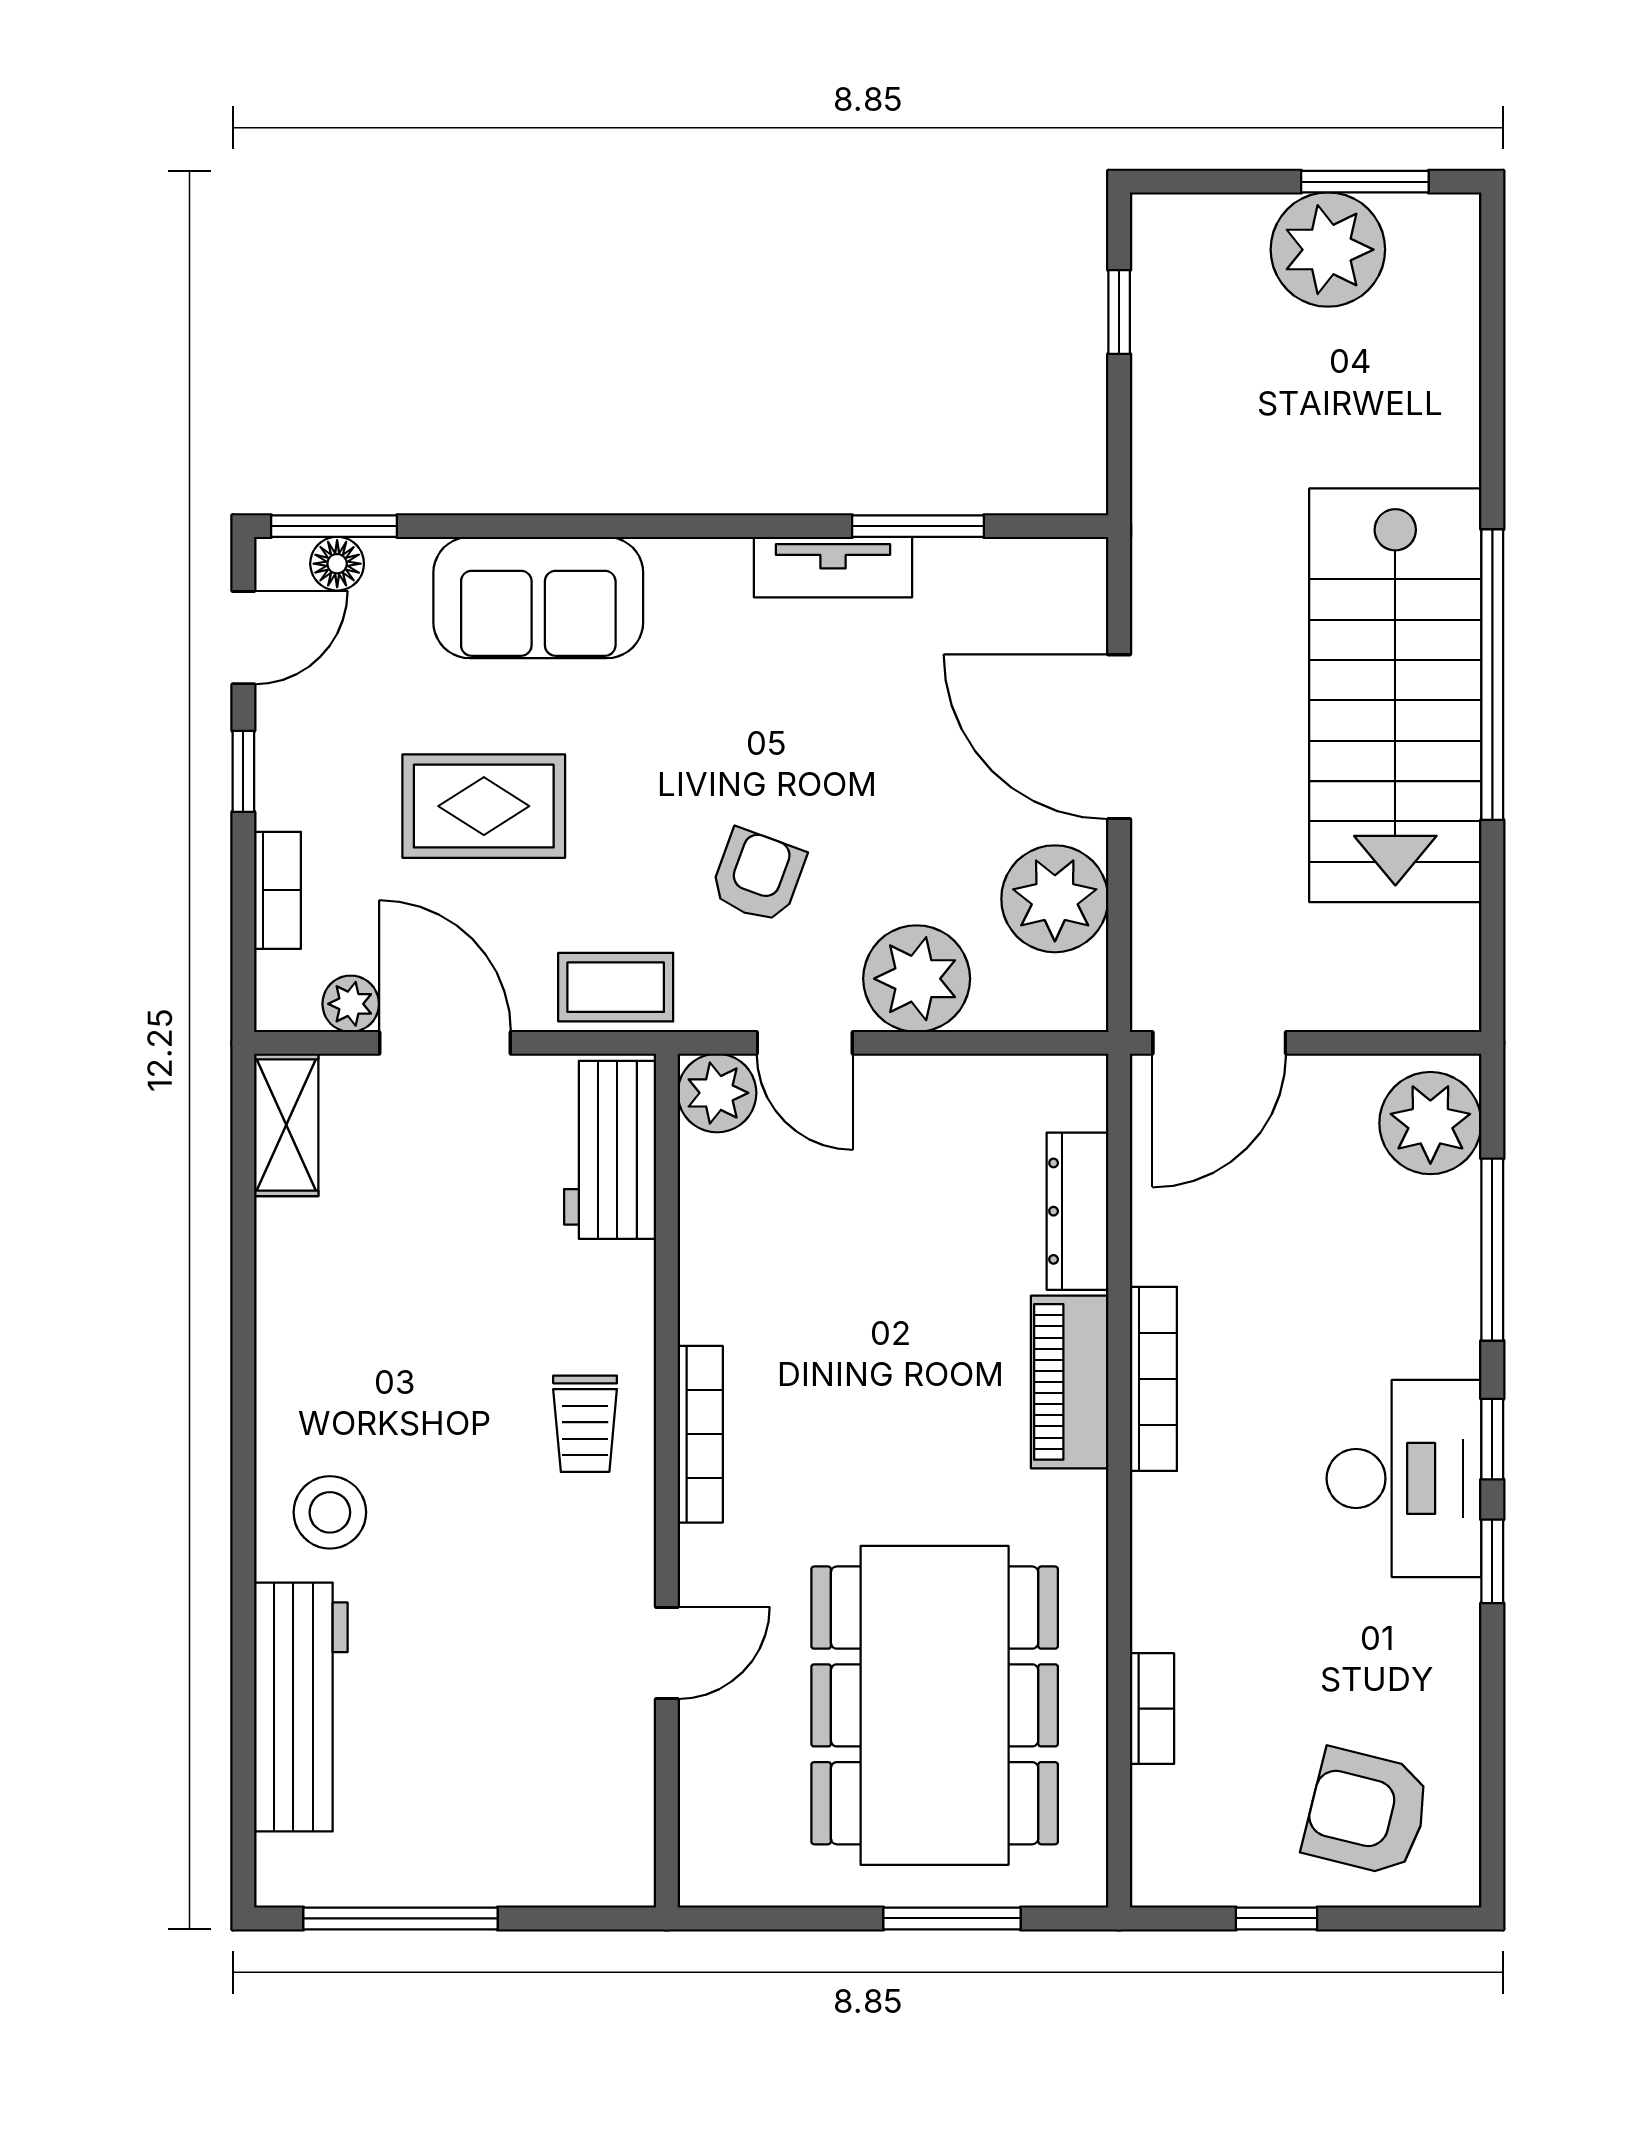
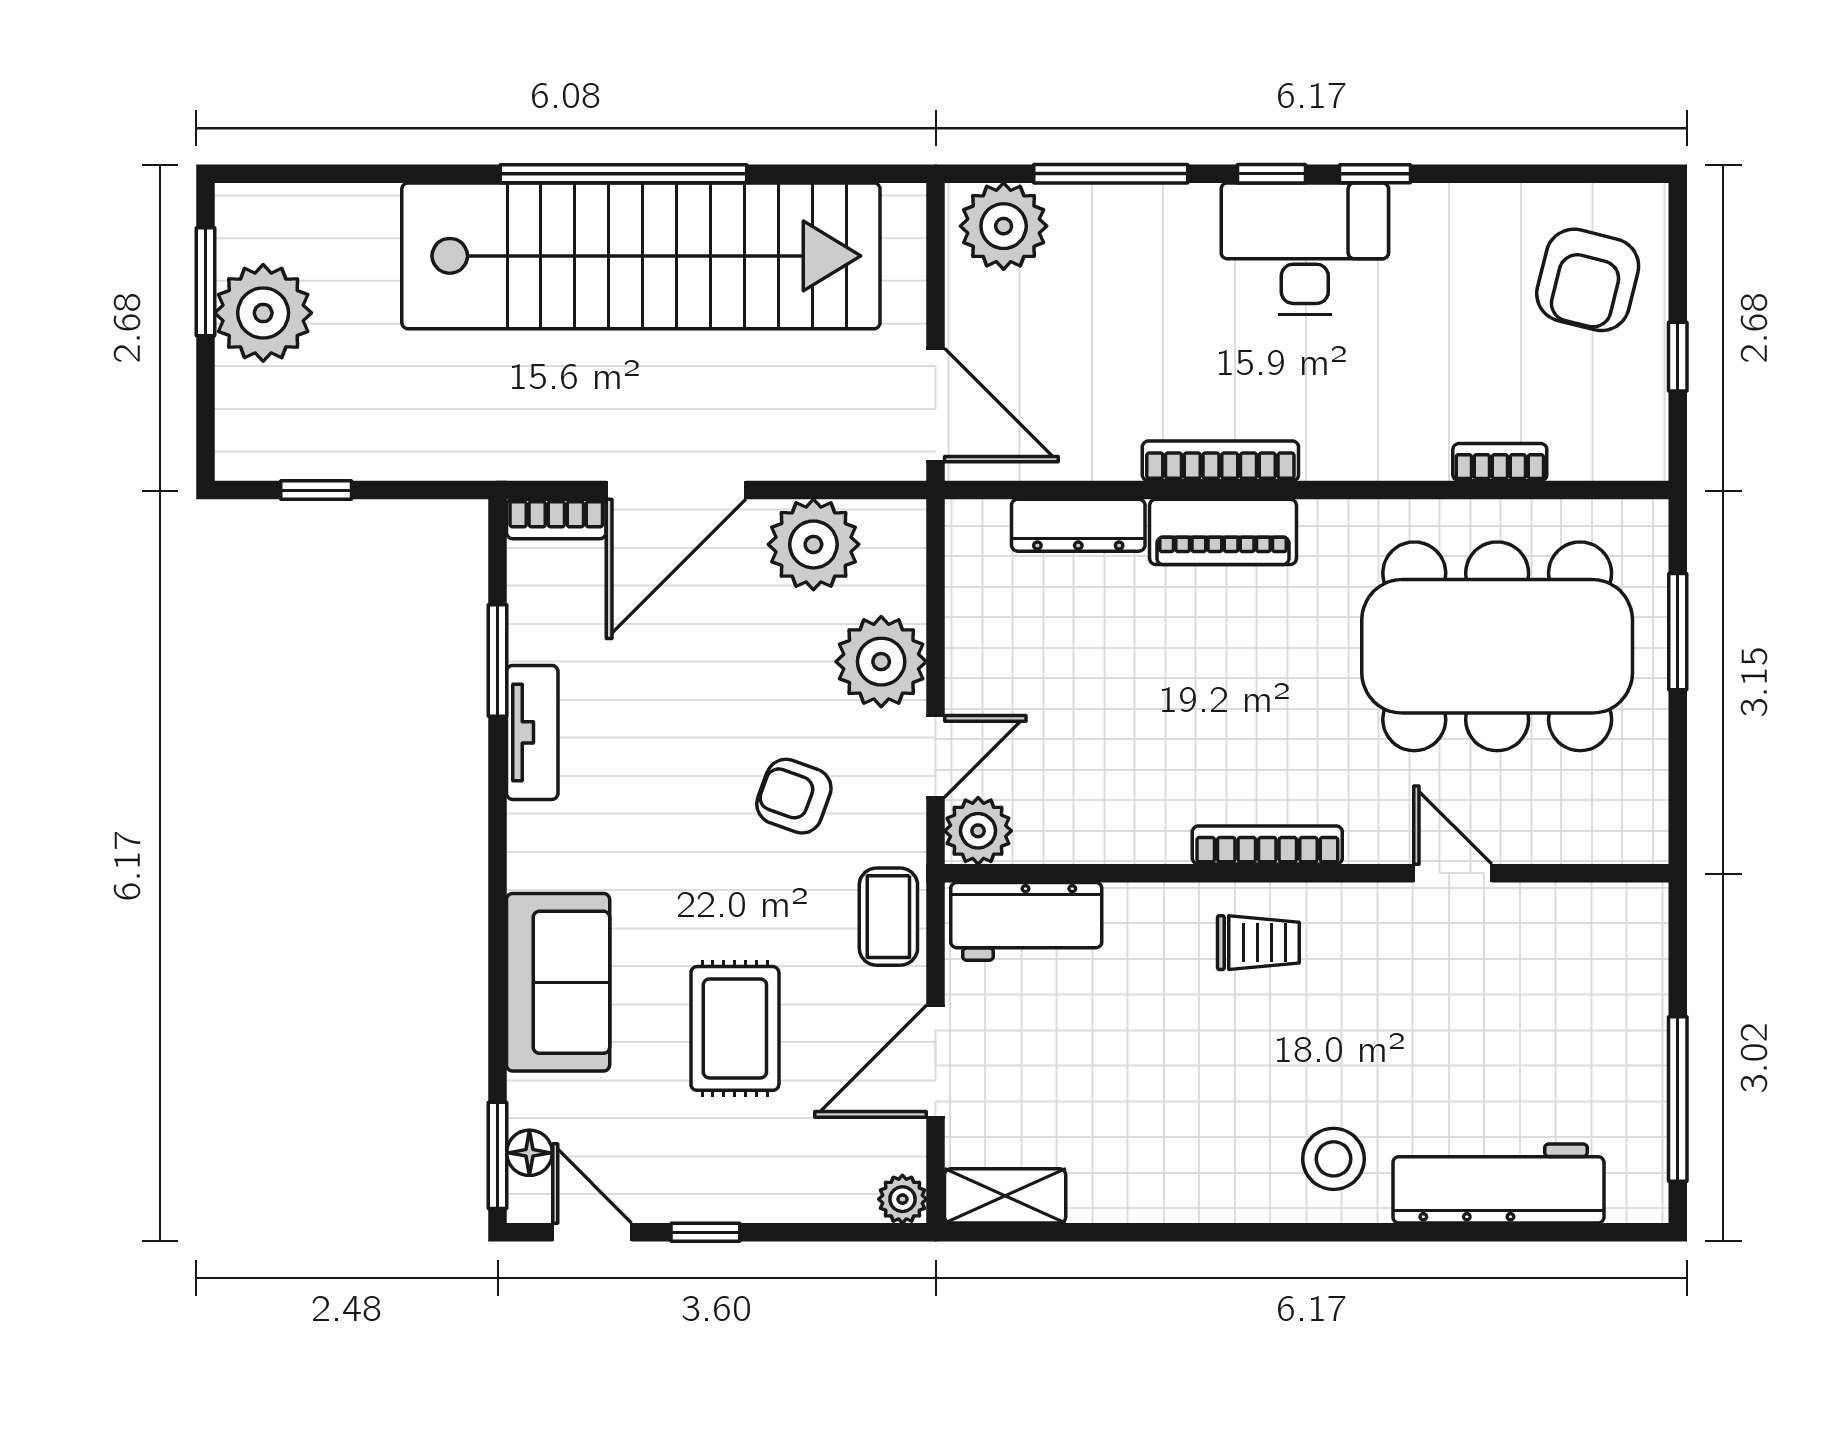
stairs: (1395, 695) -> (641, 256), width x1.36
bookcase: (278, 890) -> (556, 519), moved, turned 180
plant: (351, 1004) -> (902, 1199), moved

